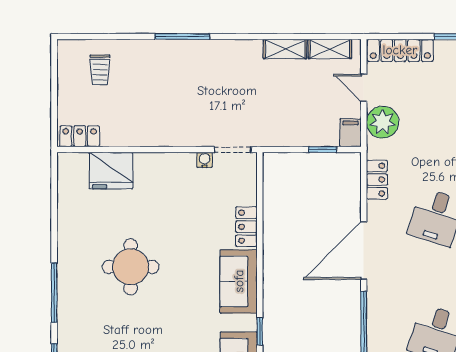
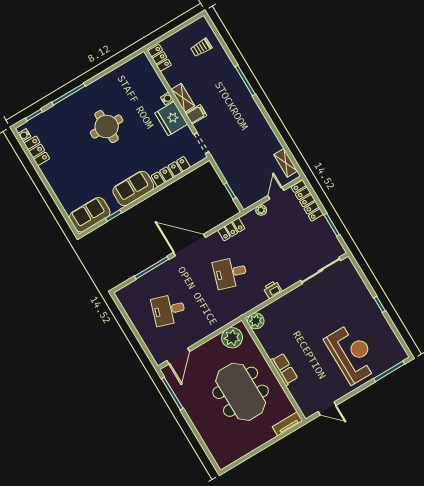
shelving: (285, 49) -> (183, 98), moved
plant: (383, 122) -> (261, 210), width x0.53, depth x0.53
filing cabinet: (350, 133) -> (196, 114), moved
water cooler: (205, 160) -> (167, 99), moved
fridge: (111, 171) -> (171, 119), moved
locker: (246, 227) -> (171, 172), width x1.53

